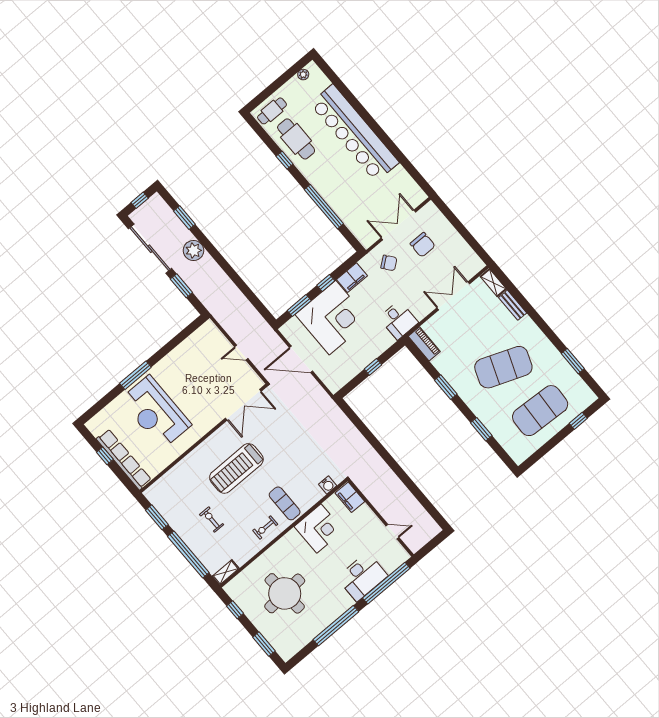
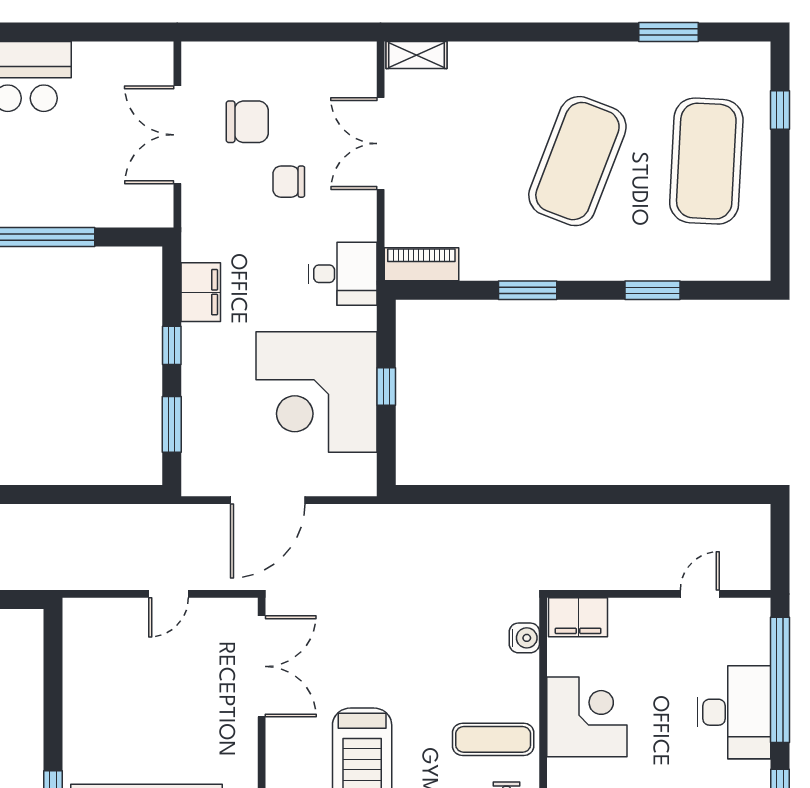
chair: (389, 263) -> (289, 182), moved, turned -142
bench: (513, 305) -> (484, 54), removed
corner desk: (332, 318) -> (316, 392), moved, turned 180

